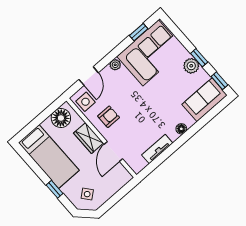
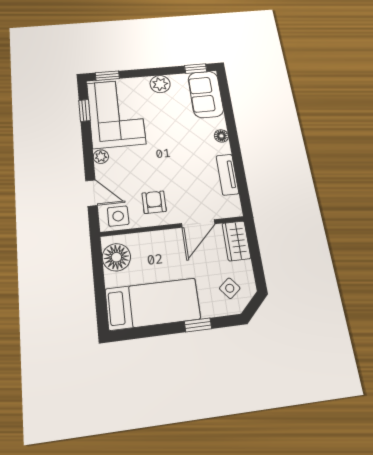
window: (199, 58) -> (107, 76), moved
wardrobe: (89, 138) -> (236, 241), moved, turned 90
door: (113, 151) -> (198, 224), hinge flipped

